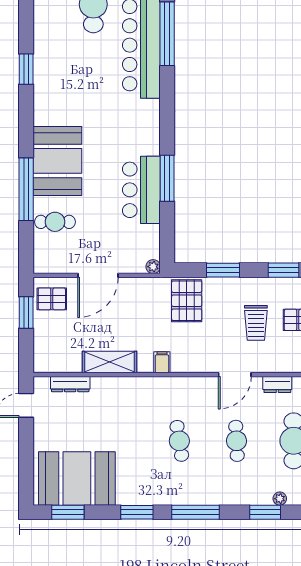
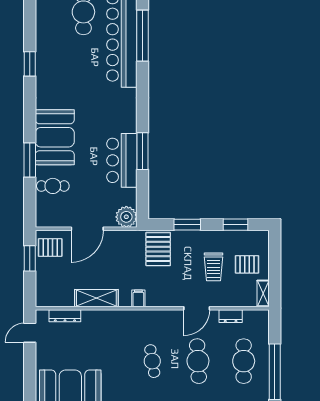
window: (26, 189) -> (30, 160), width x0.68
plant: (153, 267) -> (126, 217), width x1.87, depth x1.87
cafe table: (236, 441) -> (198, 361), width x1.37, depth x1.35

